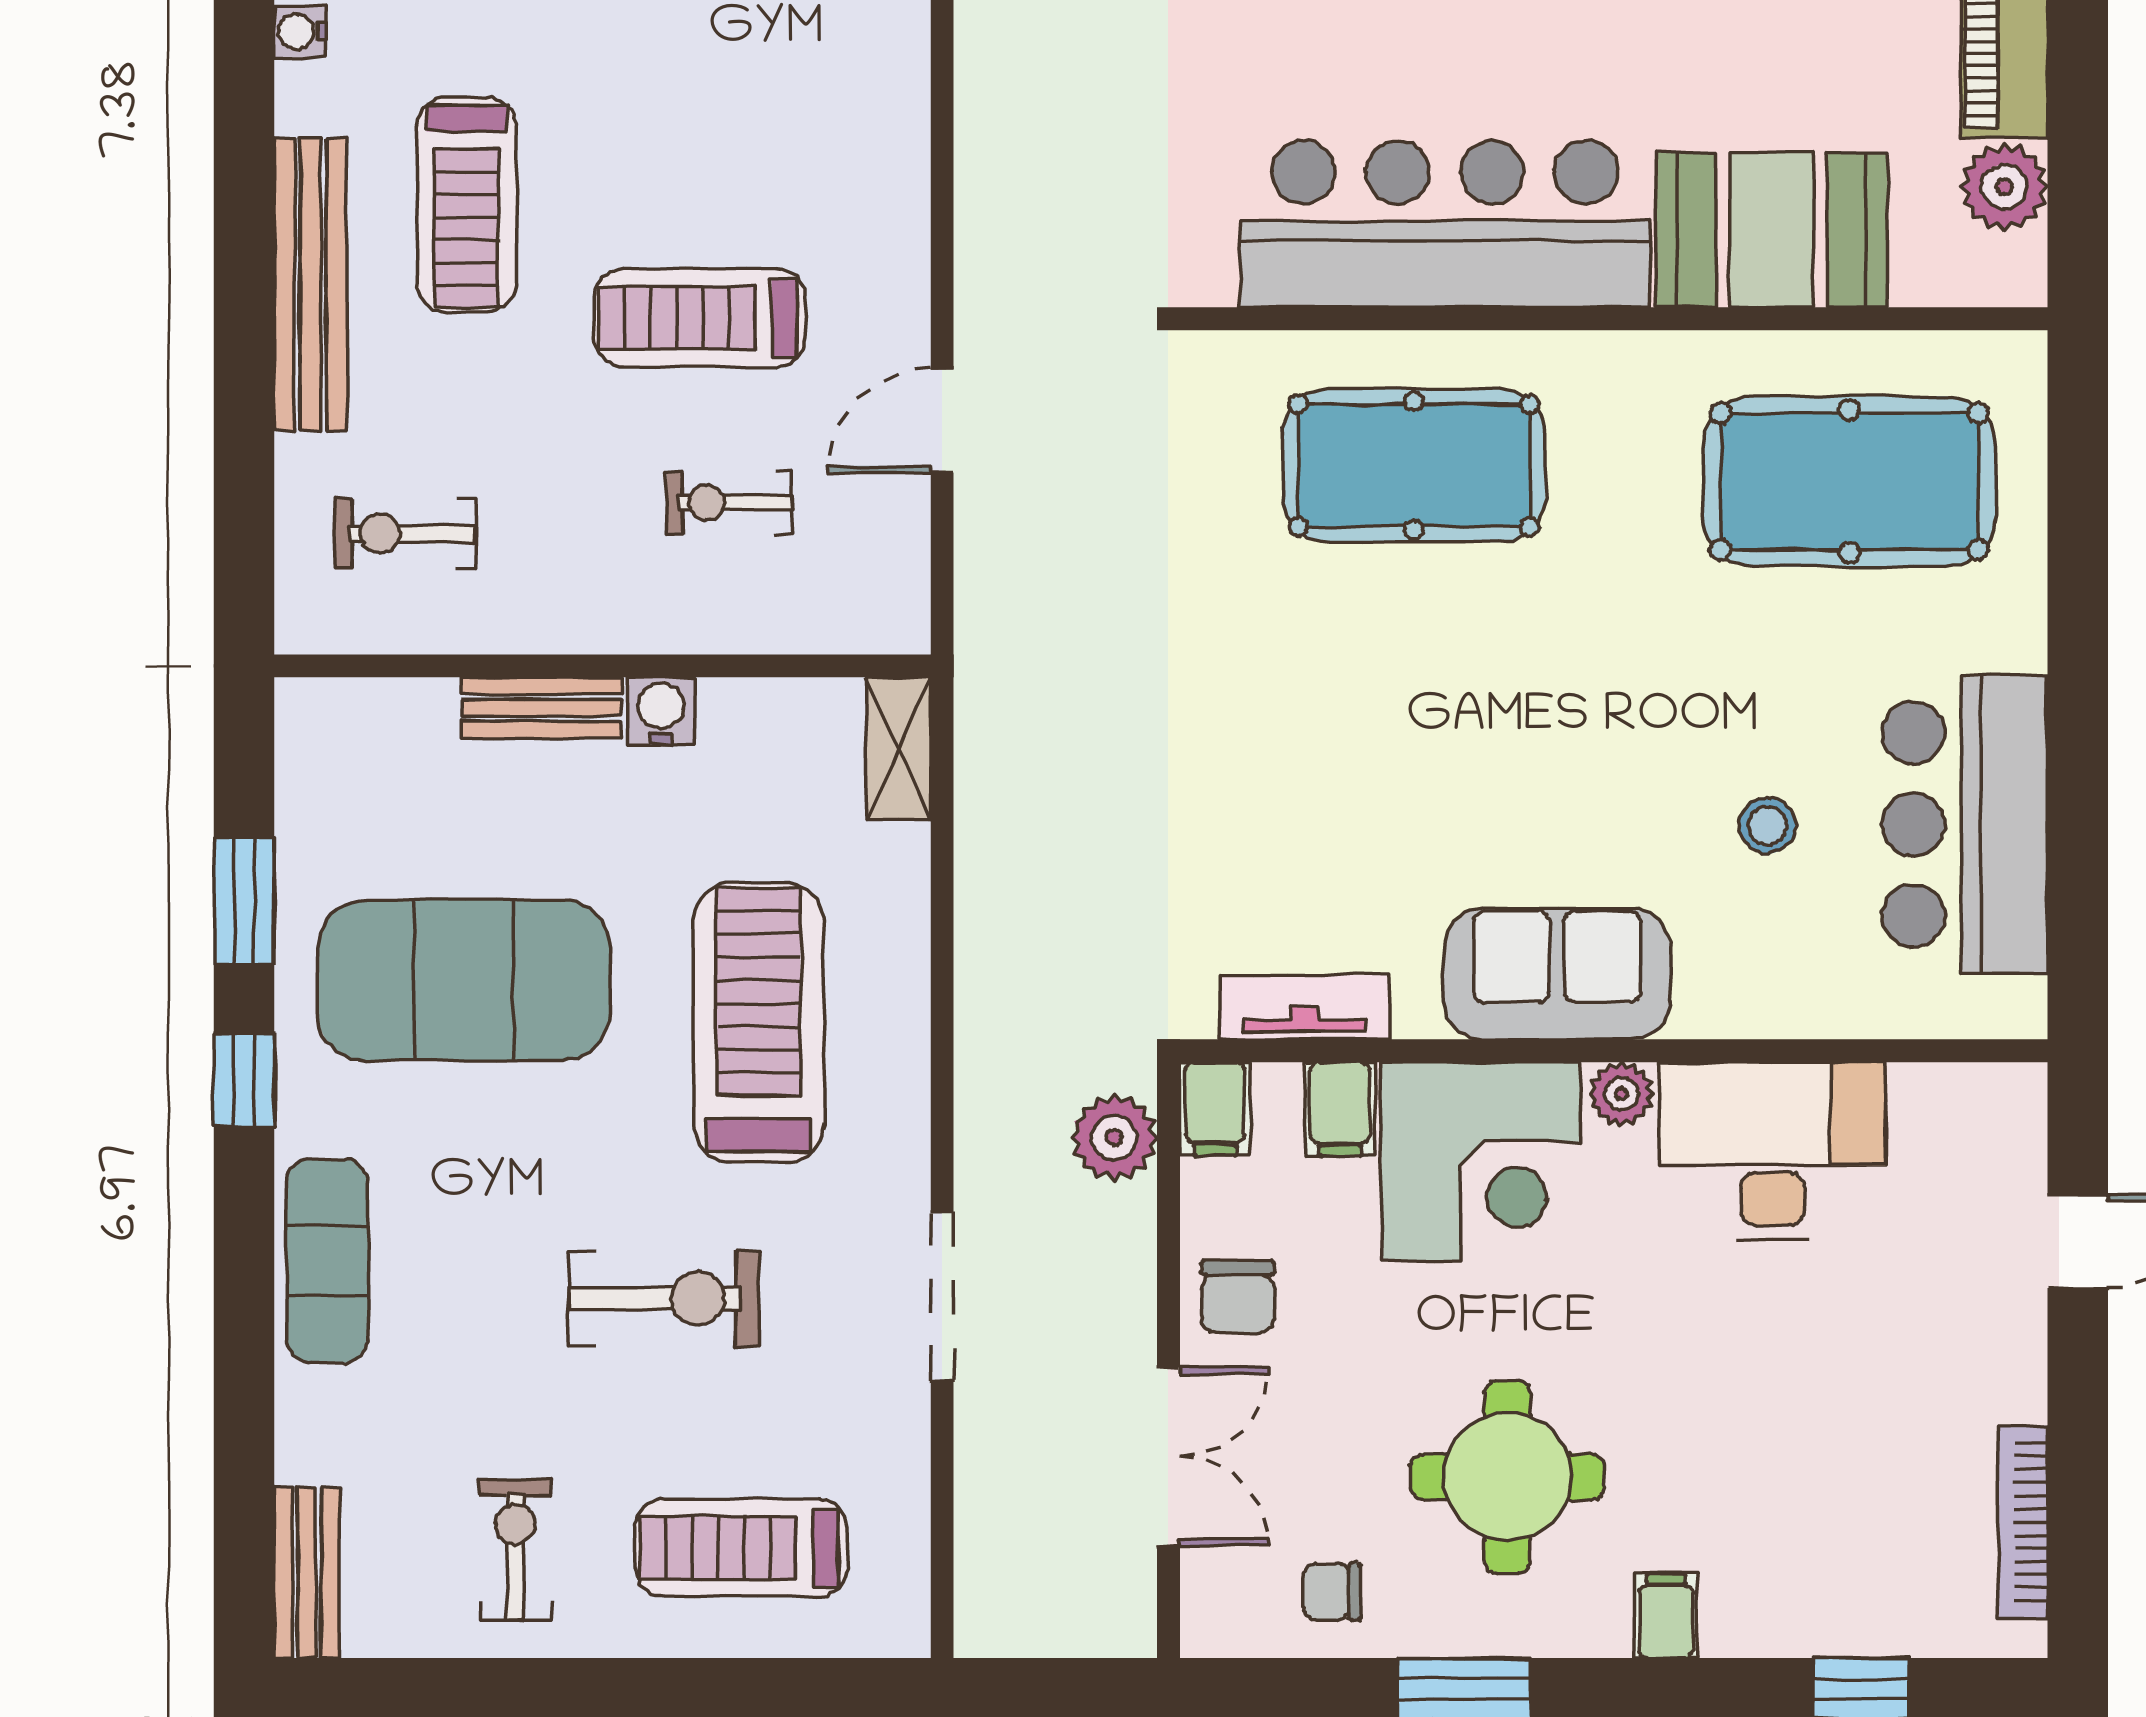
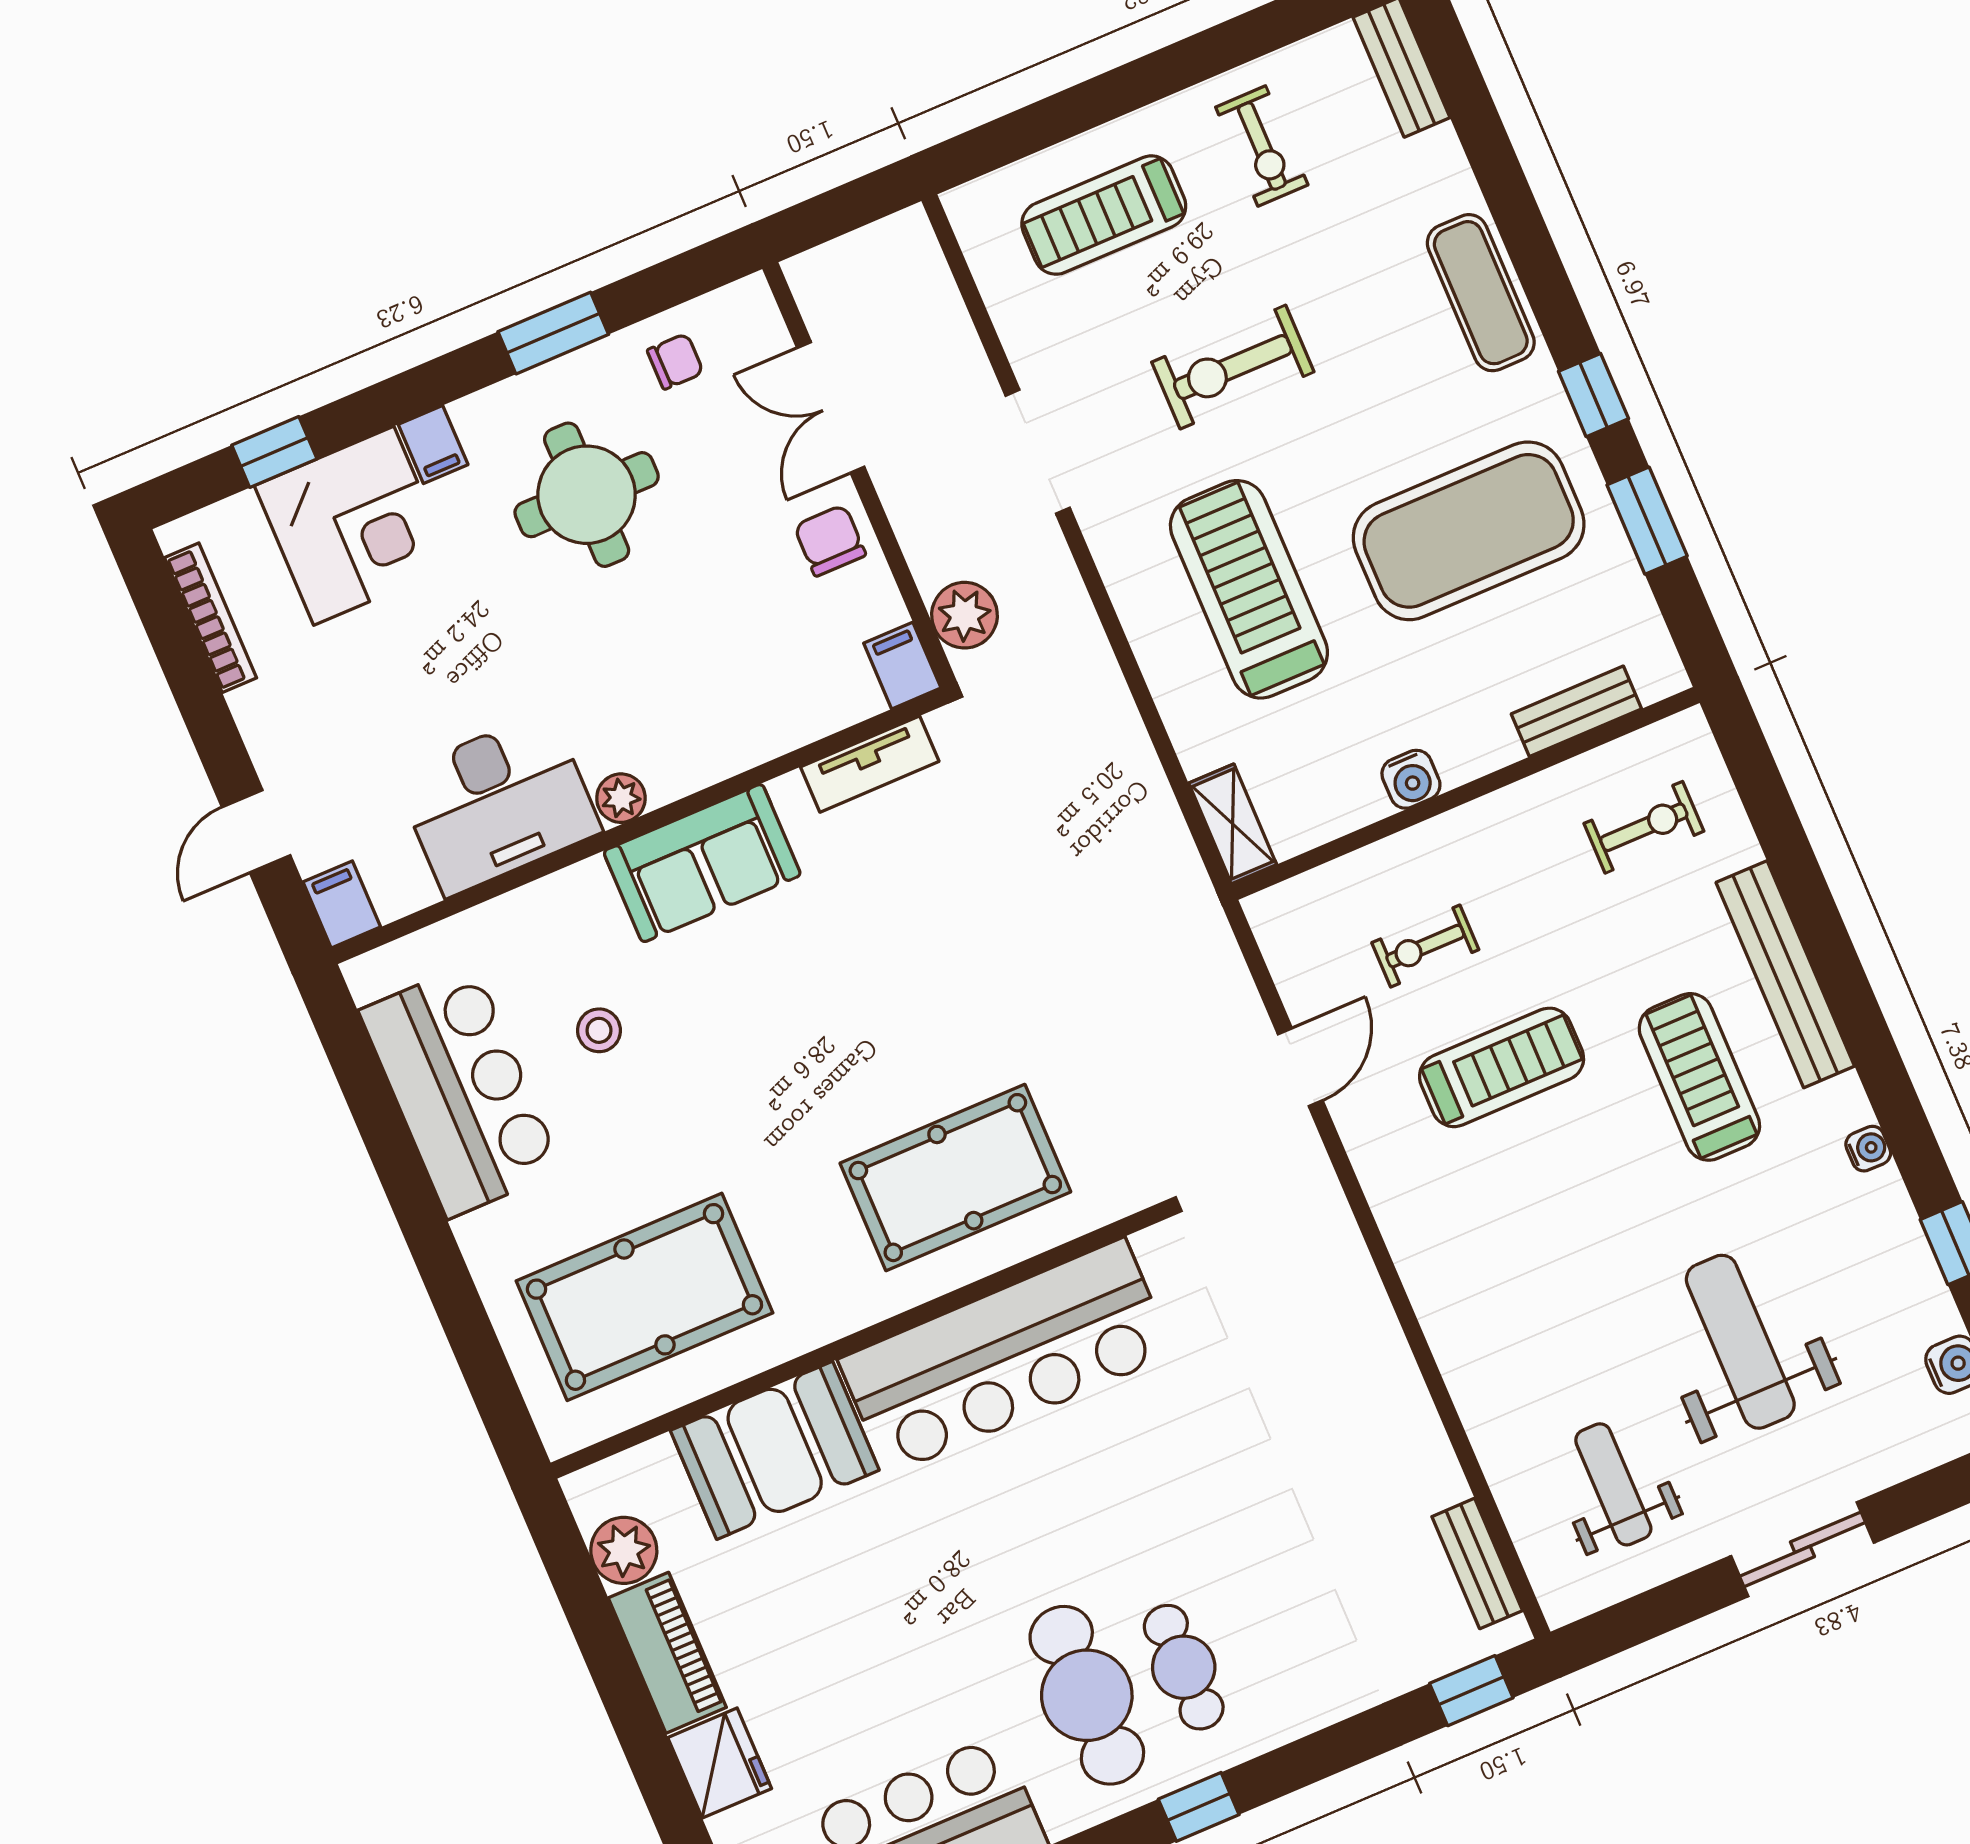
exercise bike: (729, 503) -> (1425, 946), turned 180
bench: (541, 708) -> (1576, 711), moved
treadmill: (758, 1023) -> (1249, 589), turned 180
filing cabinet: (1340, 1109) -> (342, 904), moved
corner desk: (1481, 1161) -> (354, 526), moved, turned 180
treadmill: (741, 1548) -> (1104, 215), turned 180

